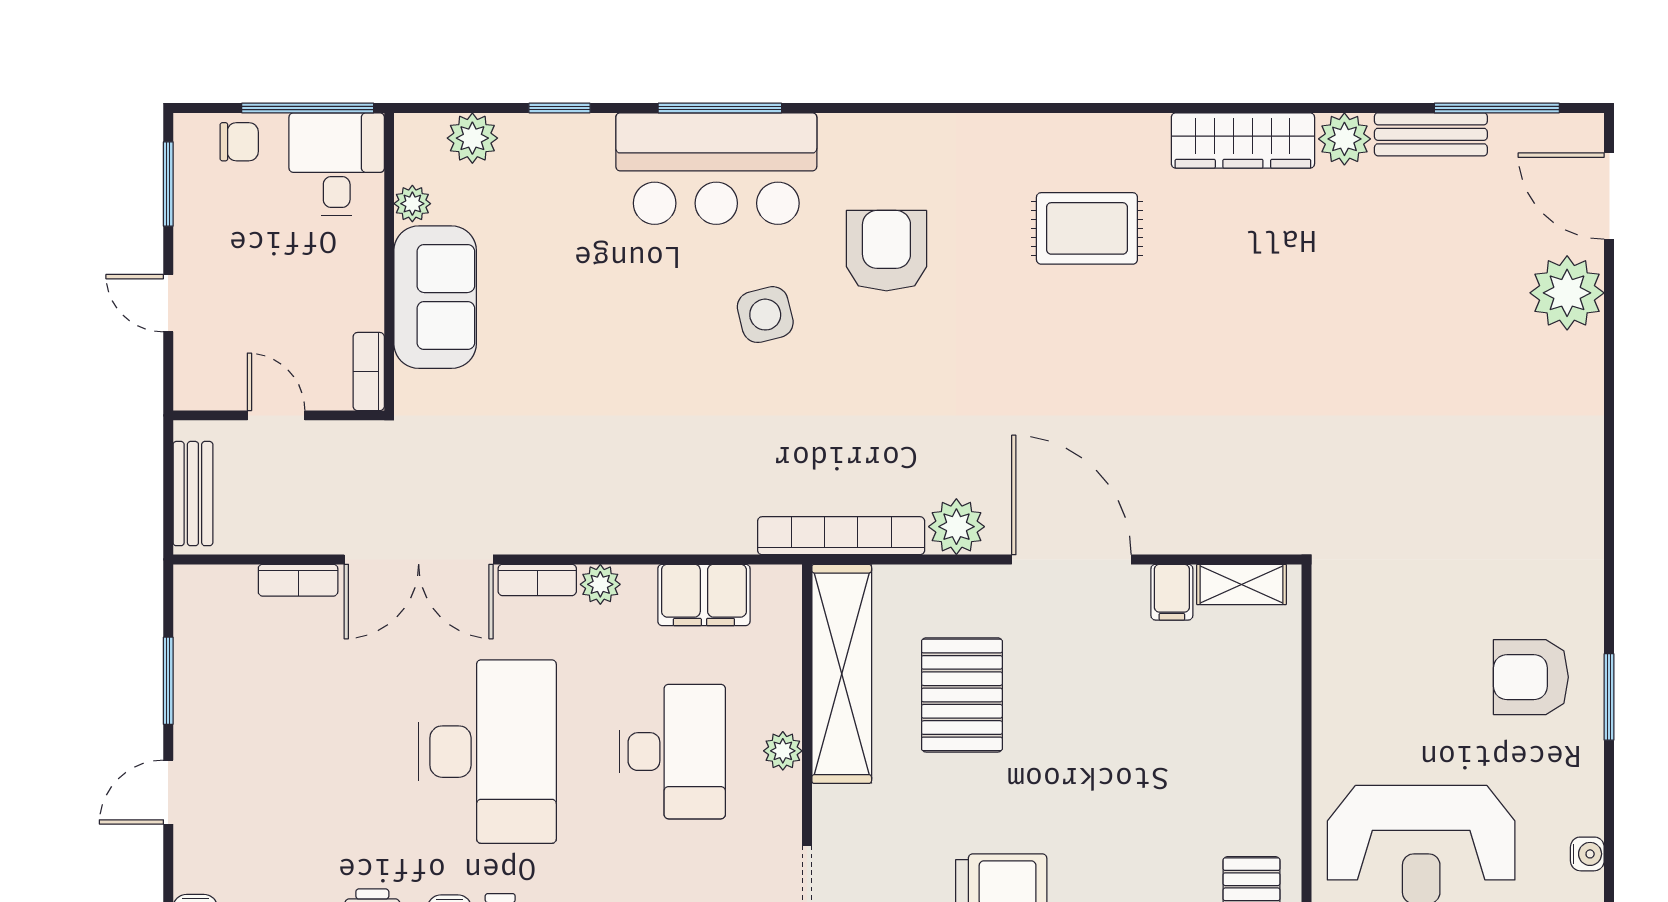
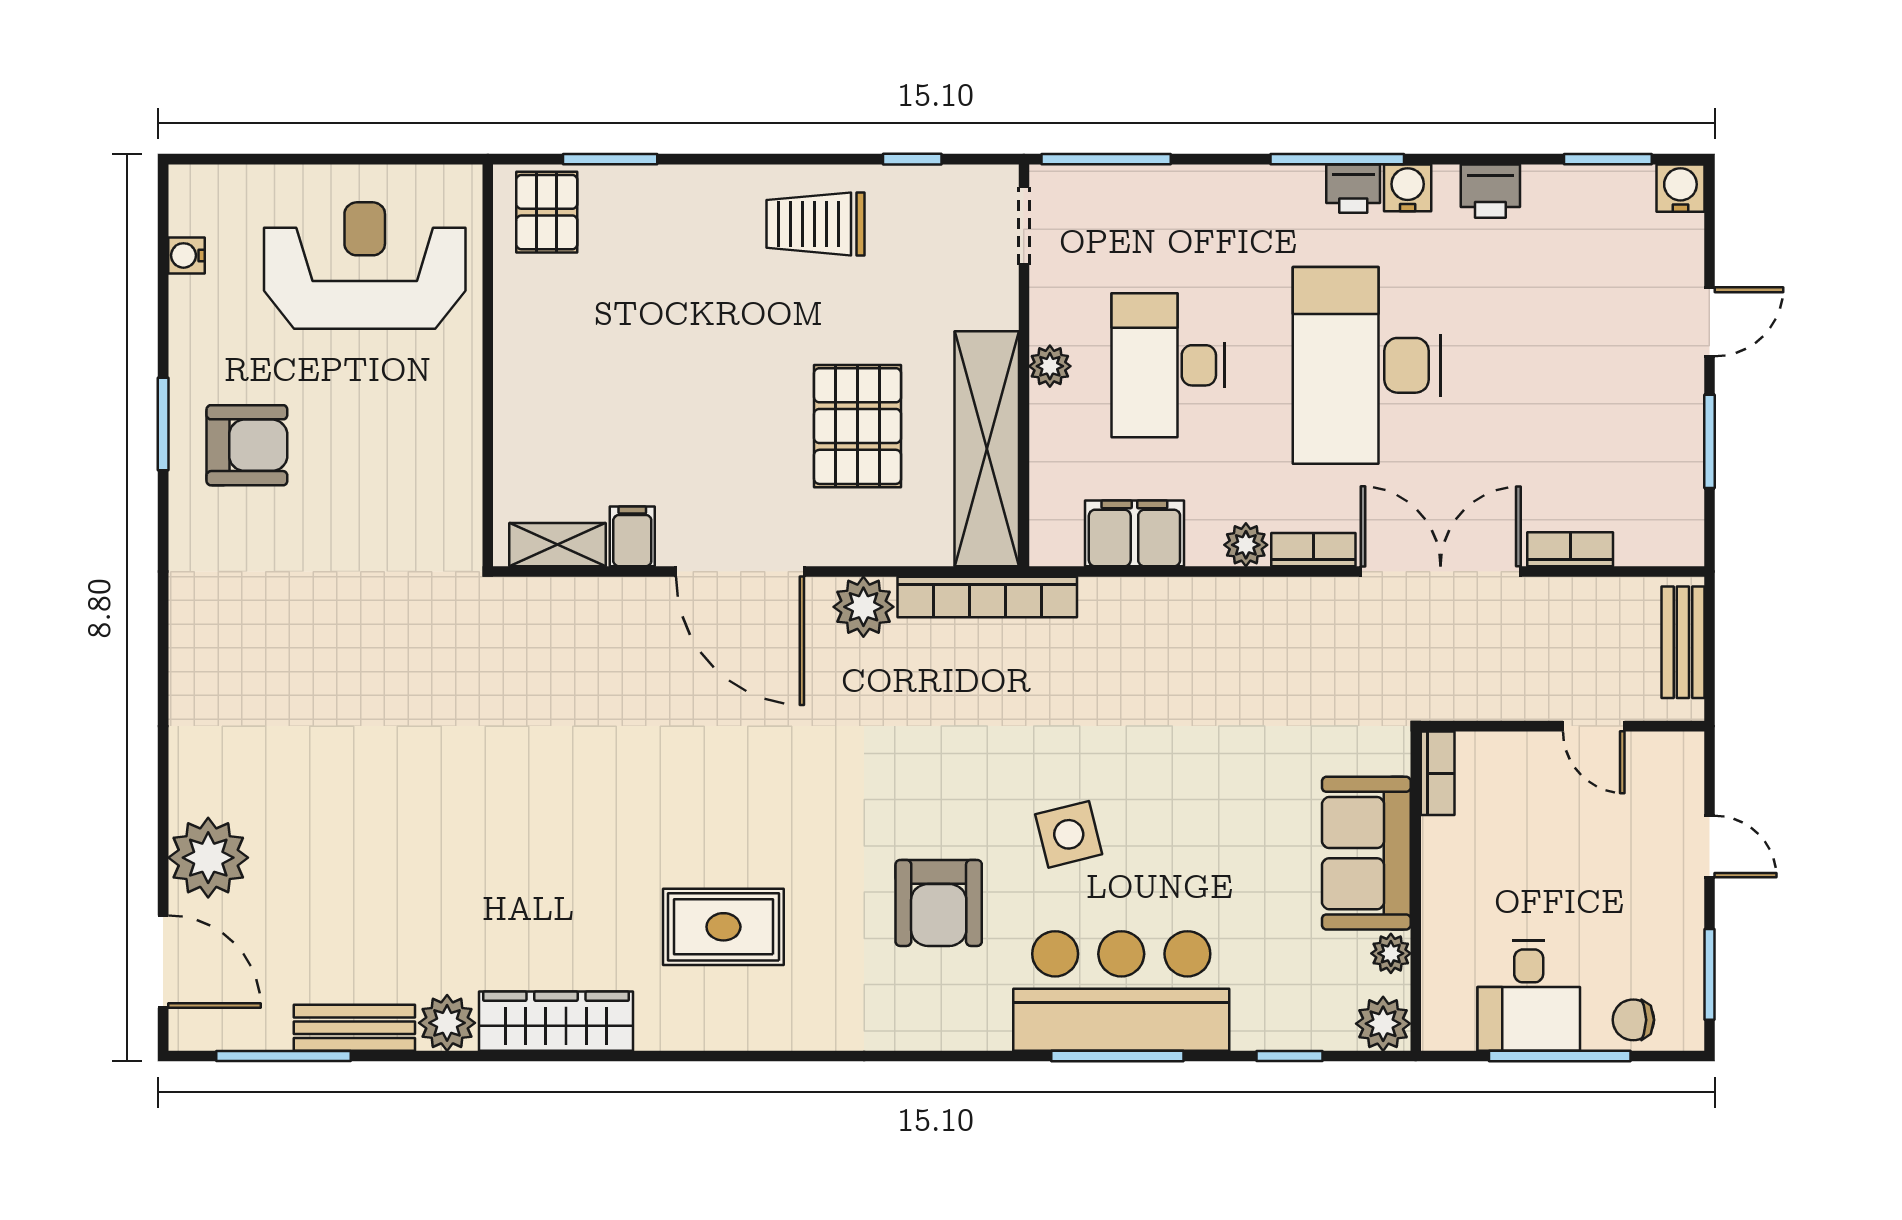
plant: (412, 204) -> (1391, 953), moved
wall: (389, 262) -> (1416, 891), moved
sofa: (435, 297) -> (1366, 853), moved
bookcase: (369, 372) -> (1438, 773), moved

